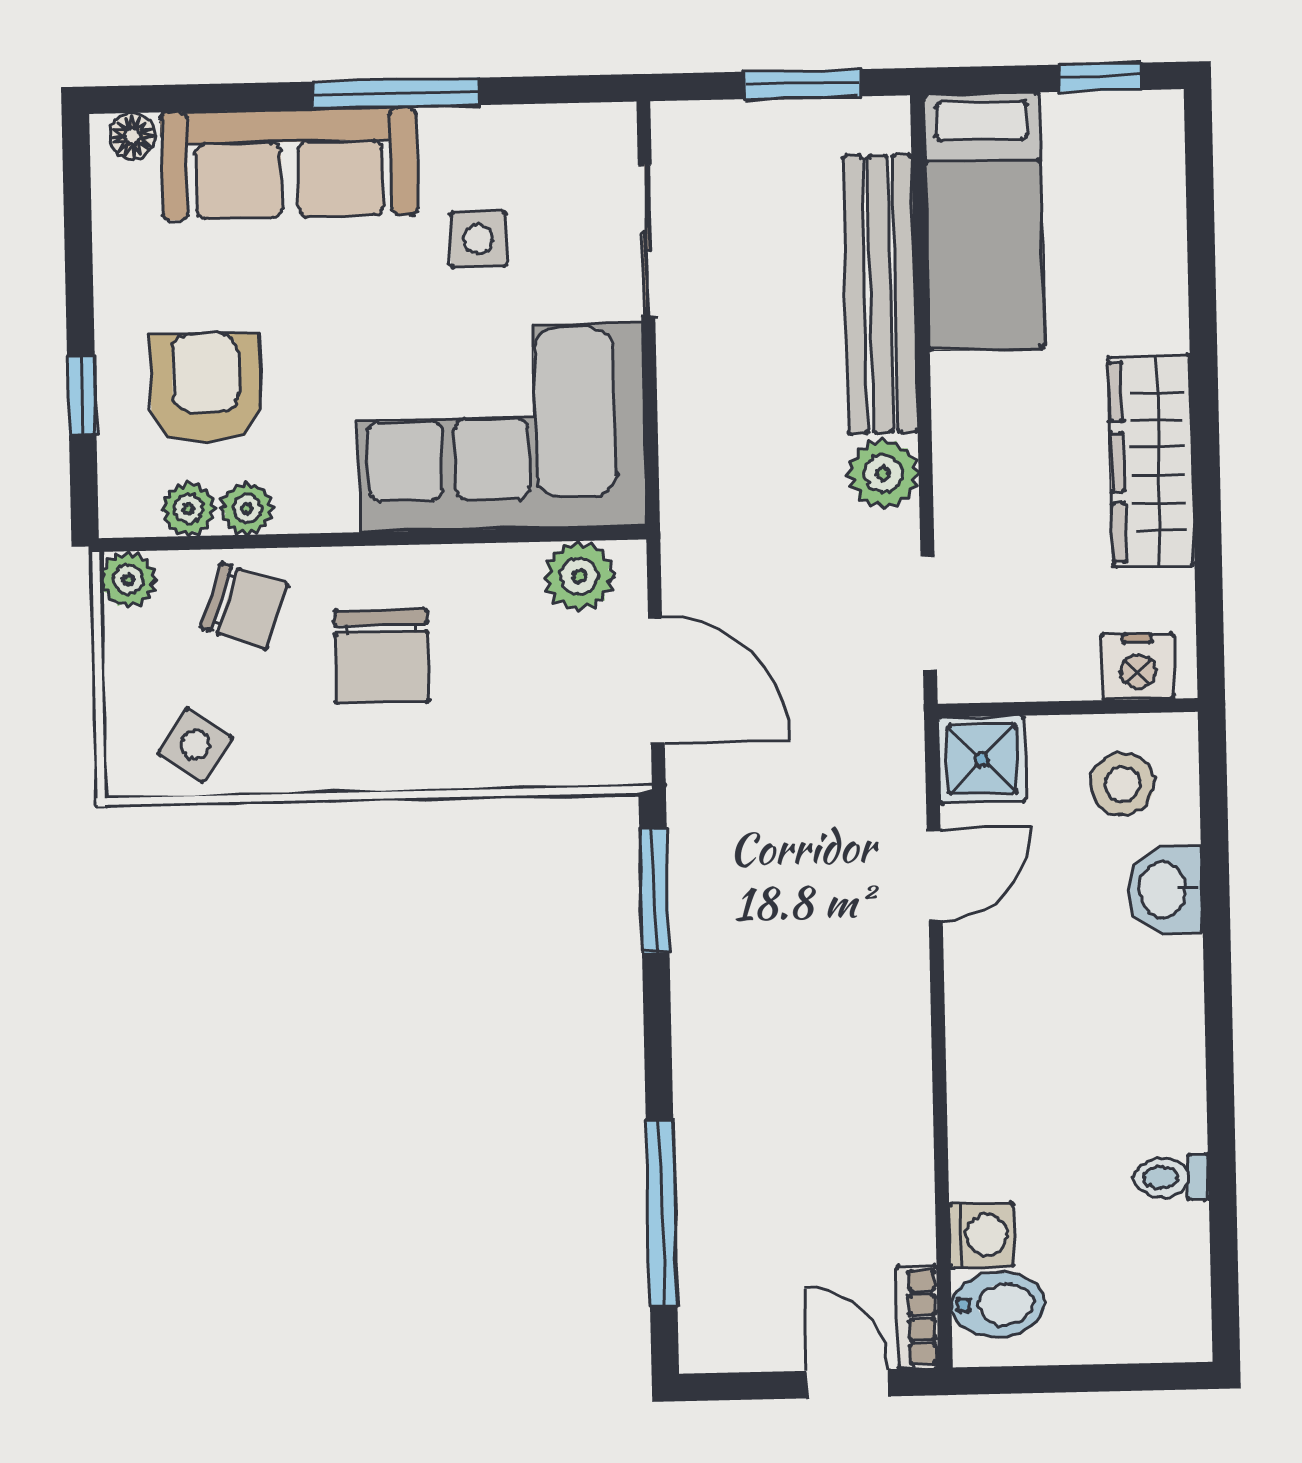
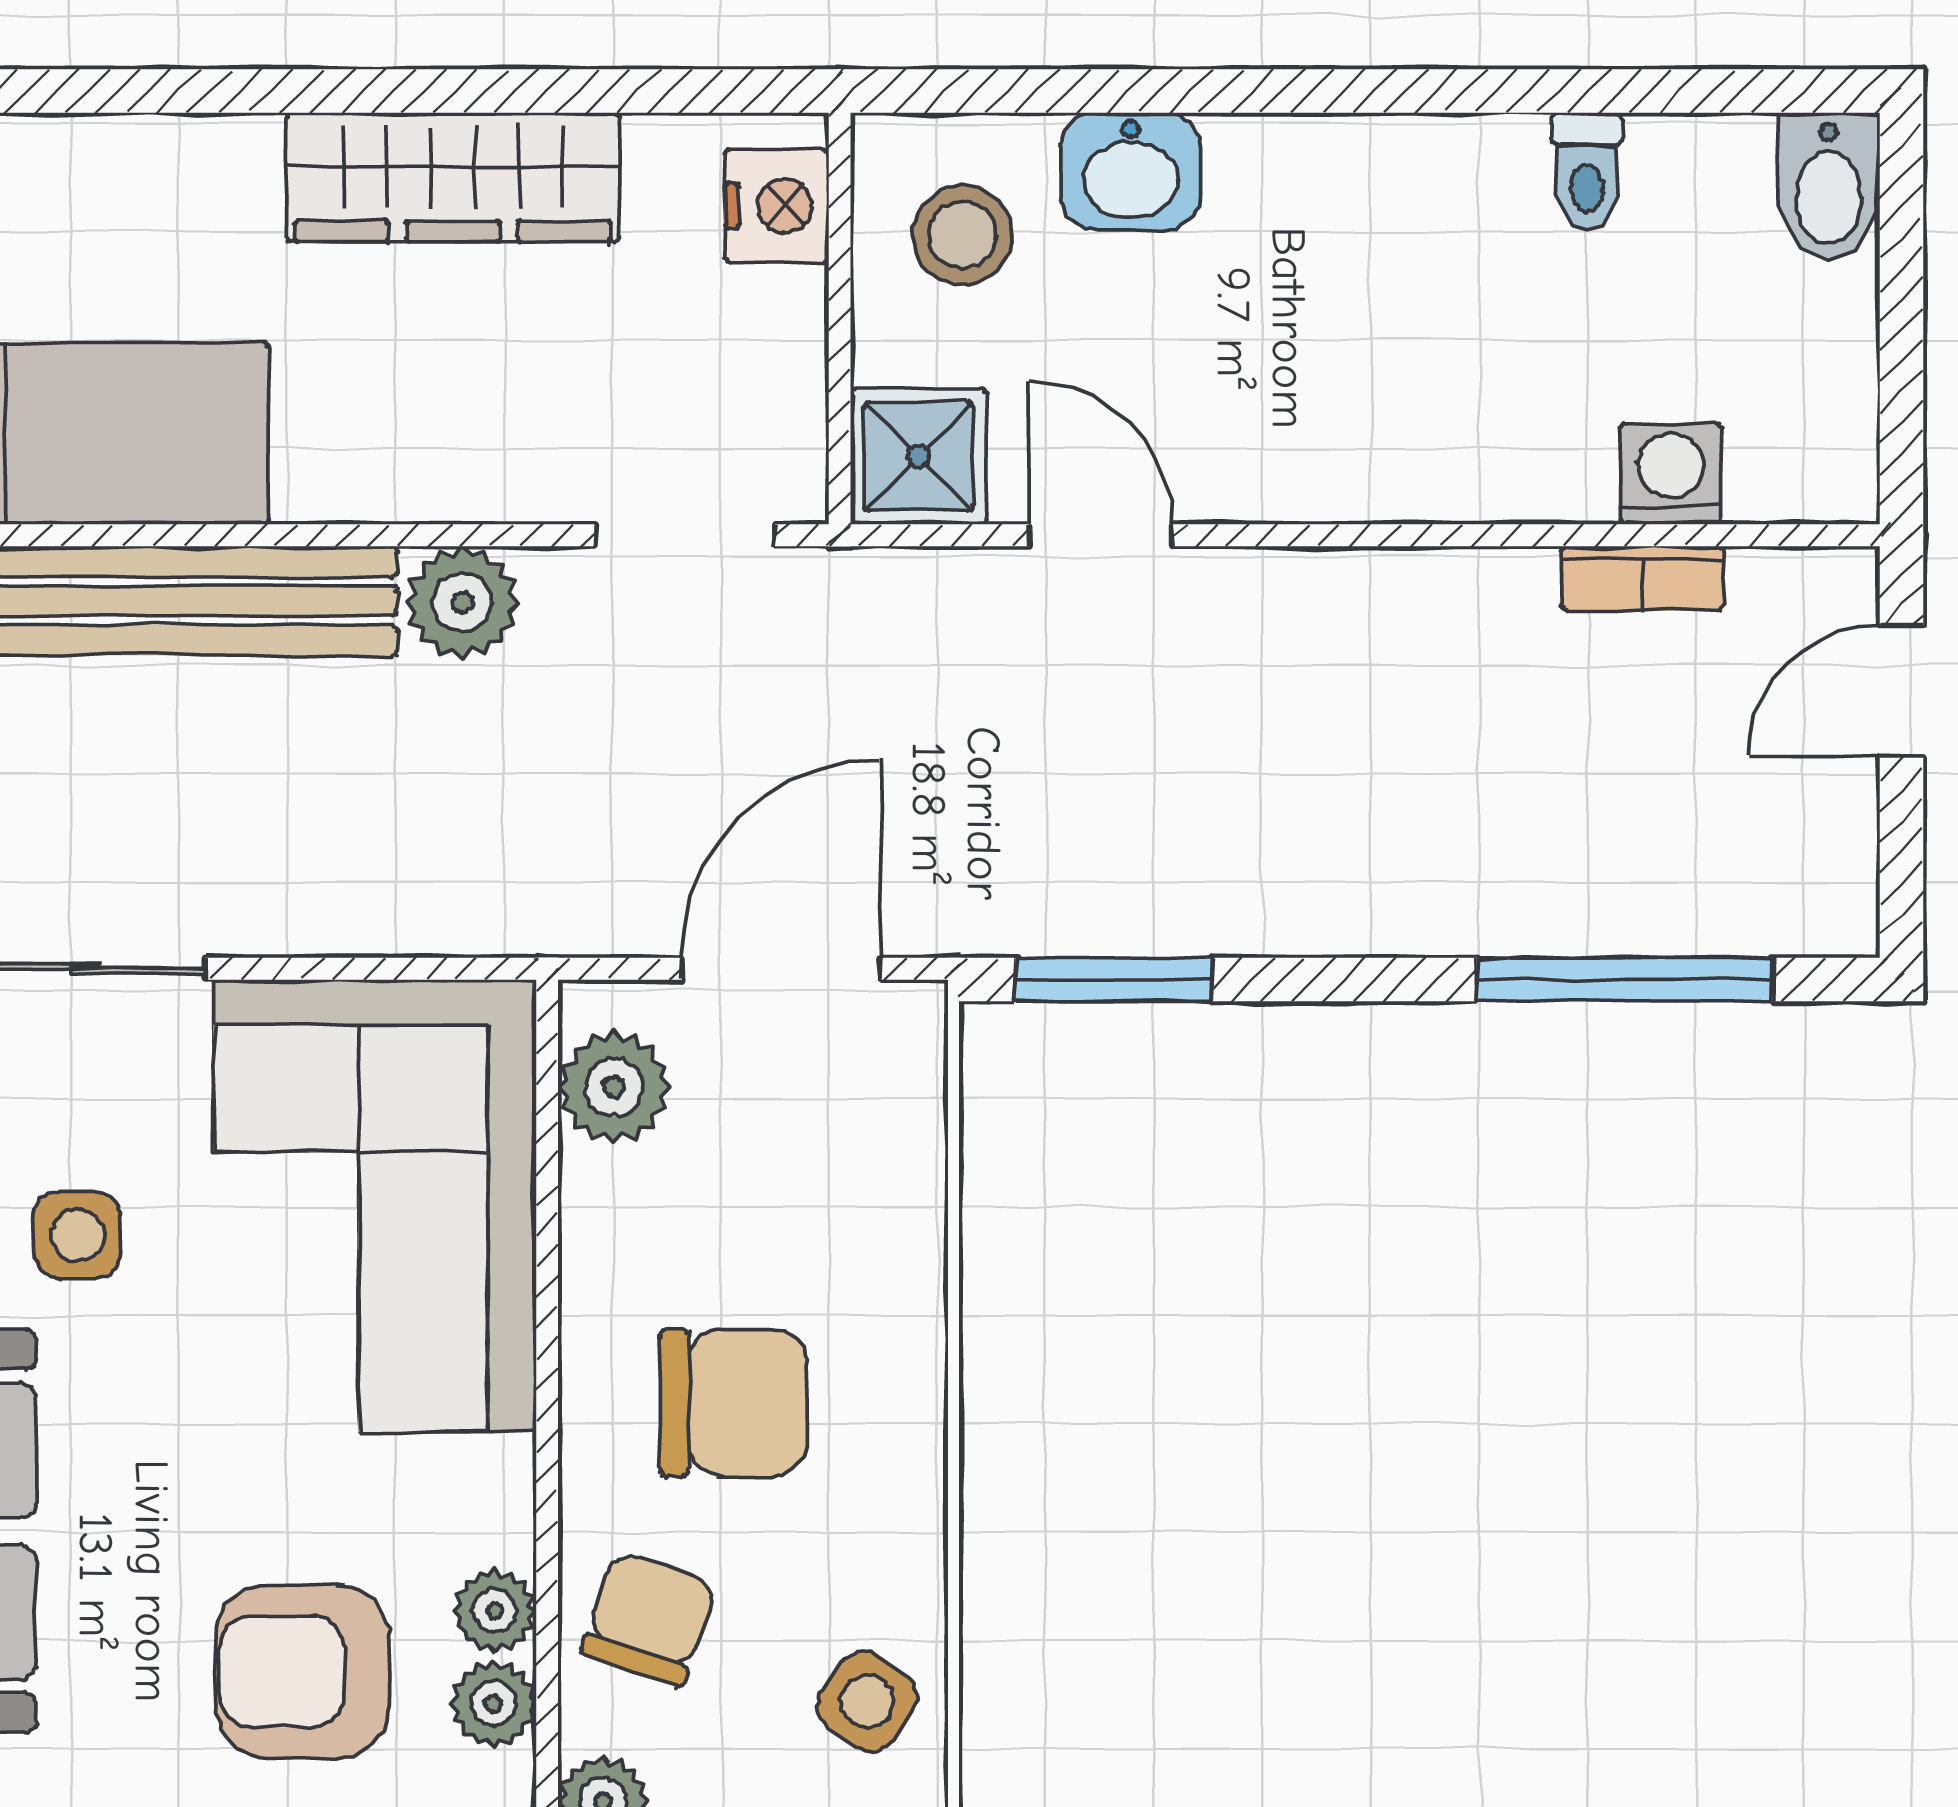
bidet: (998, 1305) -> (1828, 187), moved, turned 180
bookcase: (917, 1317) -> (1643, 578), moved

